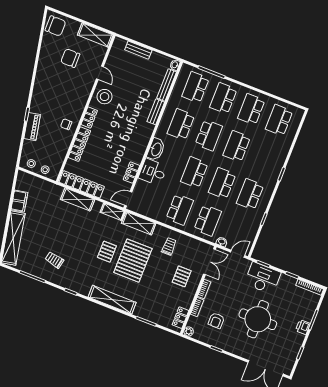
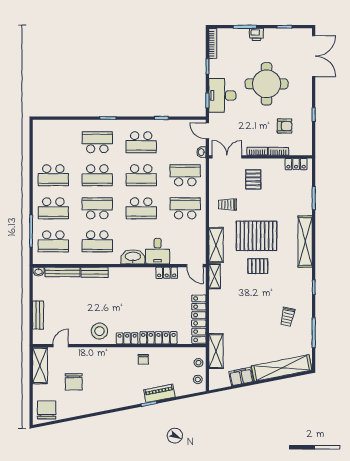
door: (100, 73) -> (61, 346), moved
school desk: (279, 120) -> (97, 142), moved, turned 180
shelving: (78, 199) -> (216, 351), moved
pallet: (182, 276) -> (253, 179), turned 90
plant: (189, 331) -> (307, 150), removed

